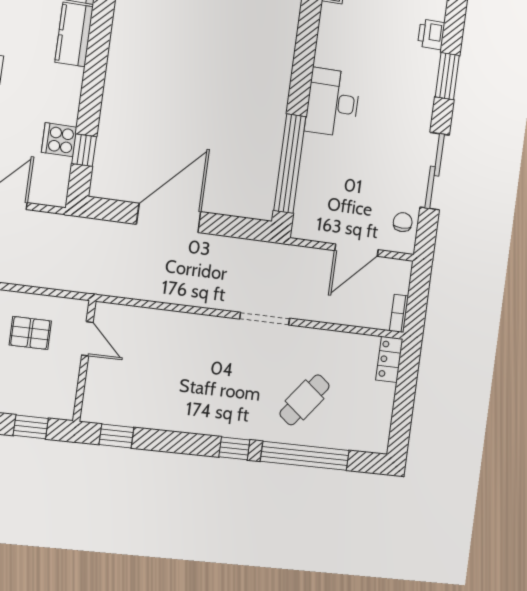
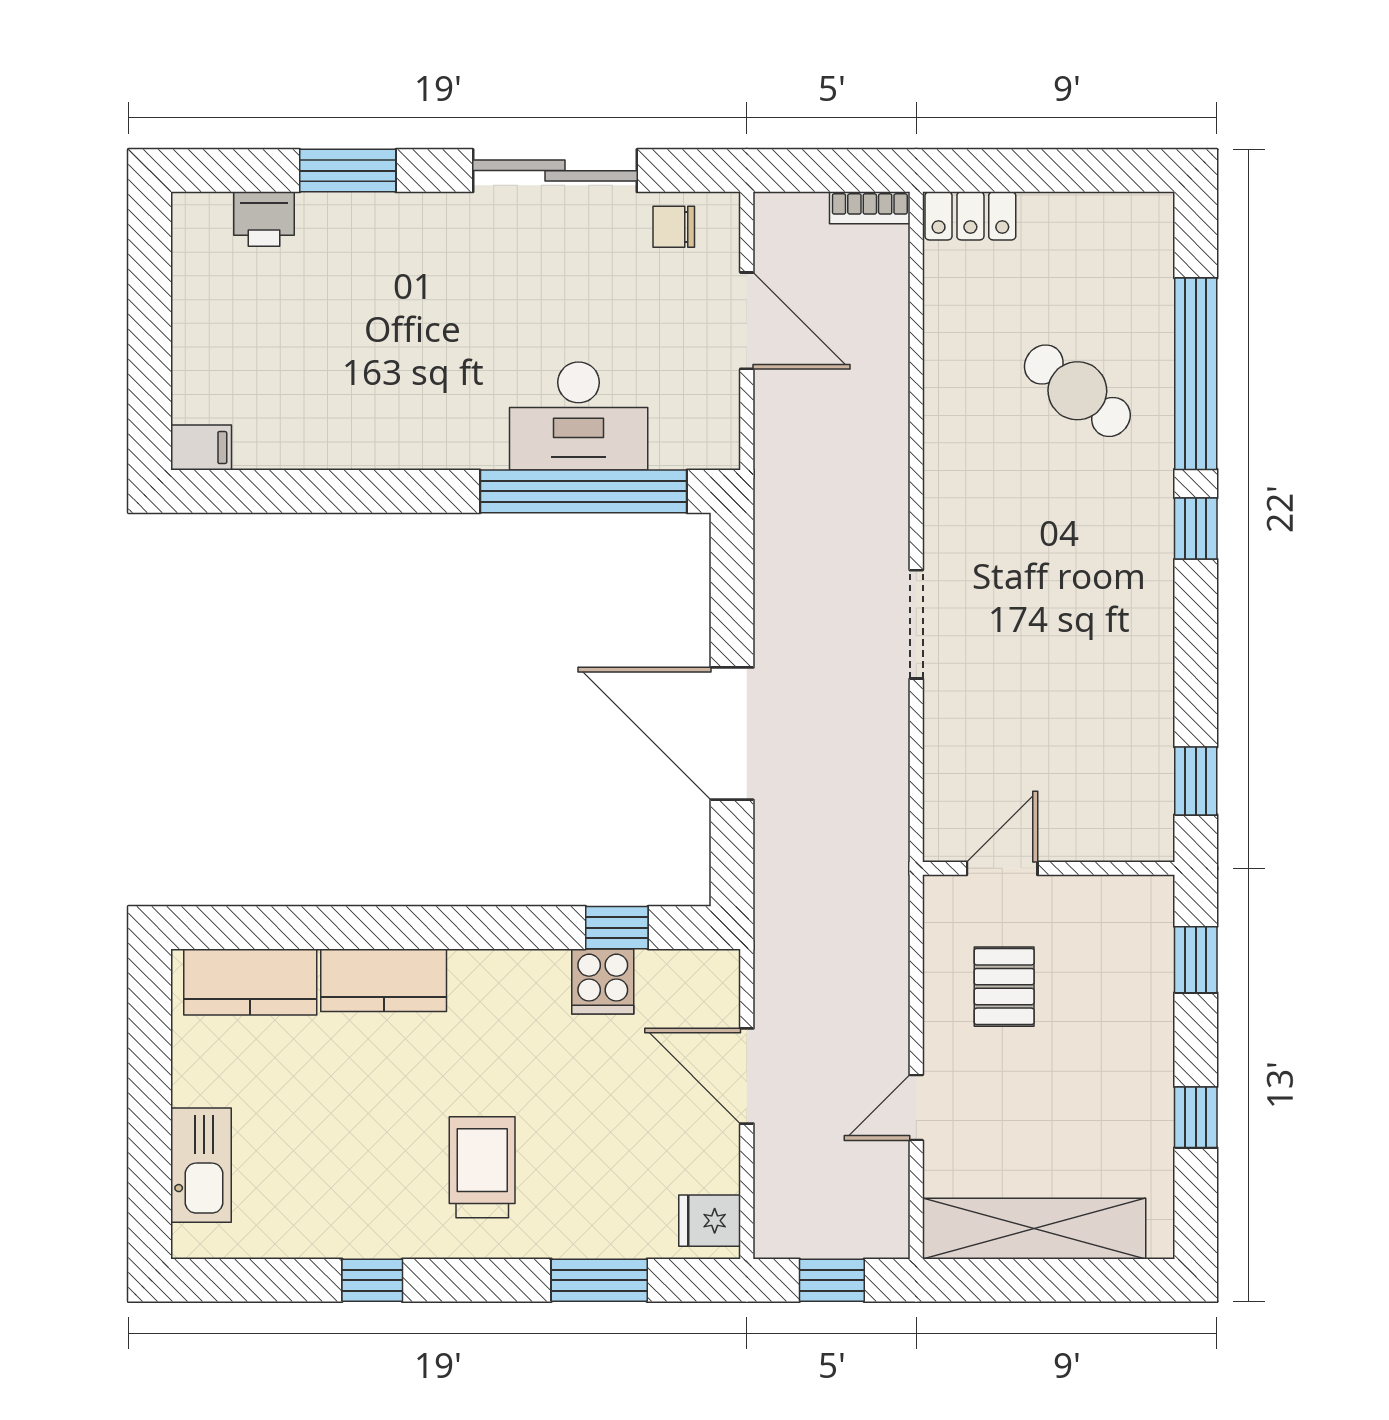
desk: (333, 103) -> (579, 416), moved
doorway: (265, 319) -> (916, 624), moved

